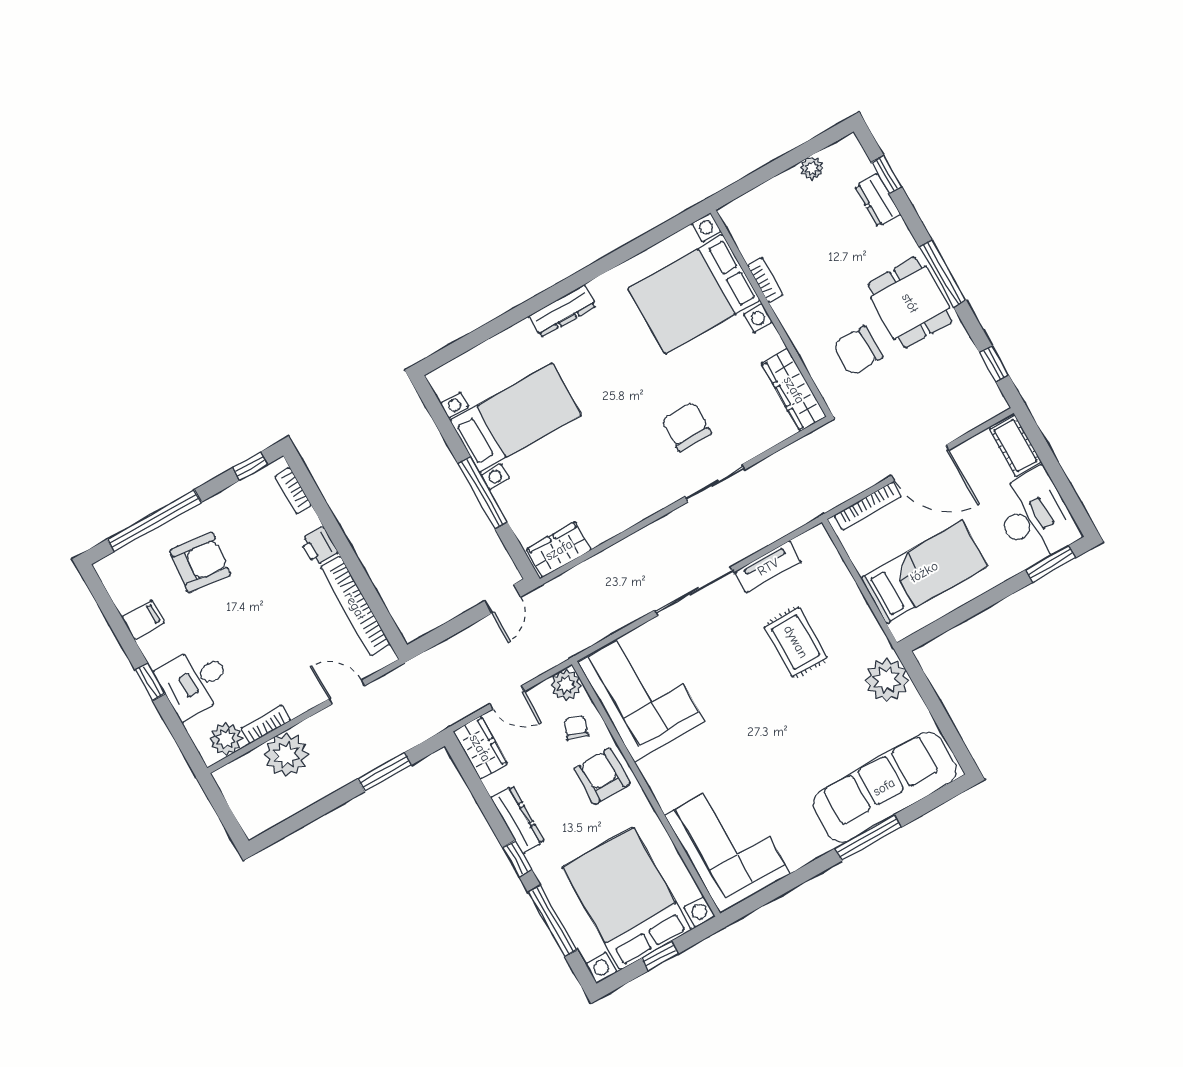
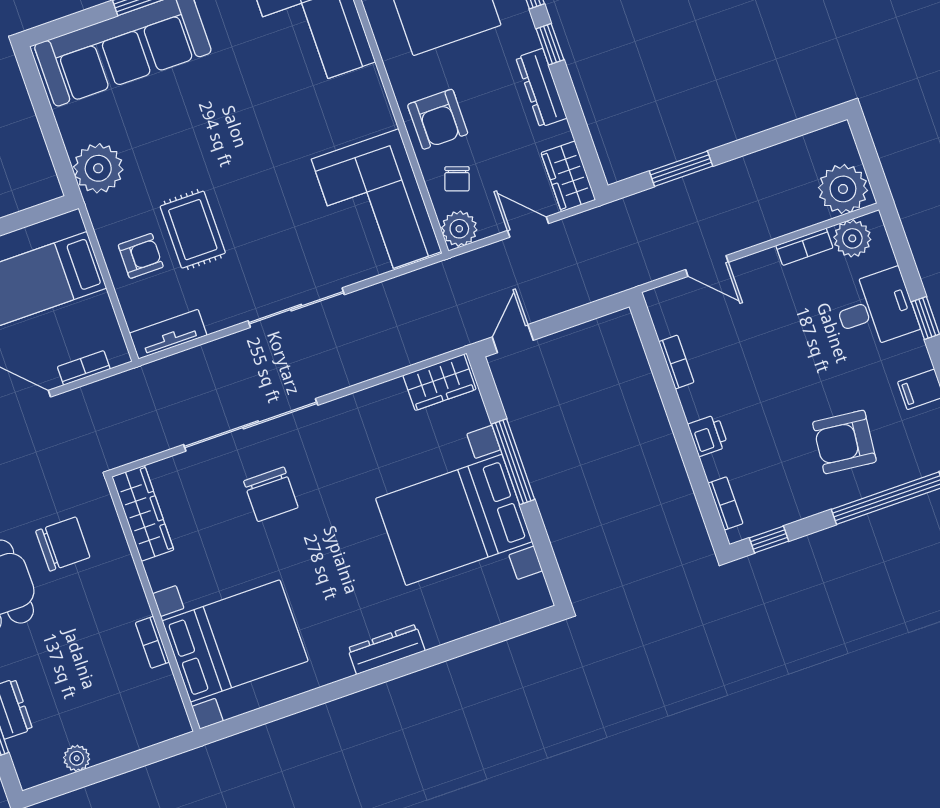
bed with nightstands: (516, 418) -> (454, 520), width x1.36
sliding door: (715, 483) -> (251, 425), width x1.86
bookcase: (868, 506) -> (84, 368), width x0.64
tv unit: (768, 567) -> (168, 334), moved
bookcase: (355, 606) -> (676, 362), width x0.43, depth x0.76
armchair: (836, 611) -> (141, 256), added
plant: (286, 755) -> (843, 189), moved

